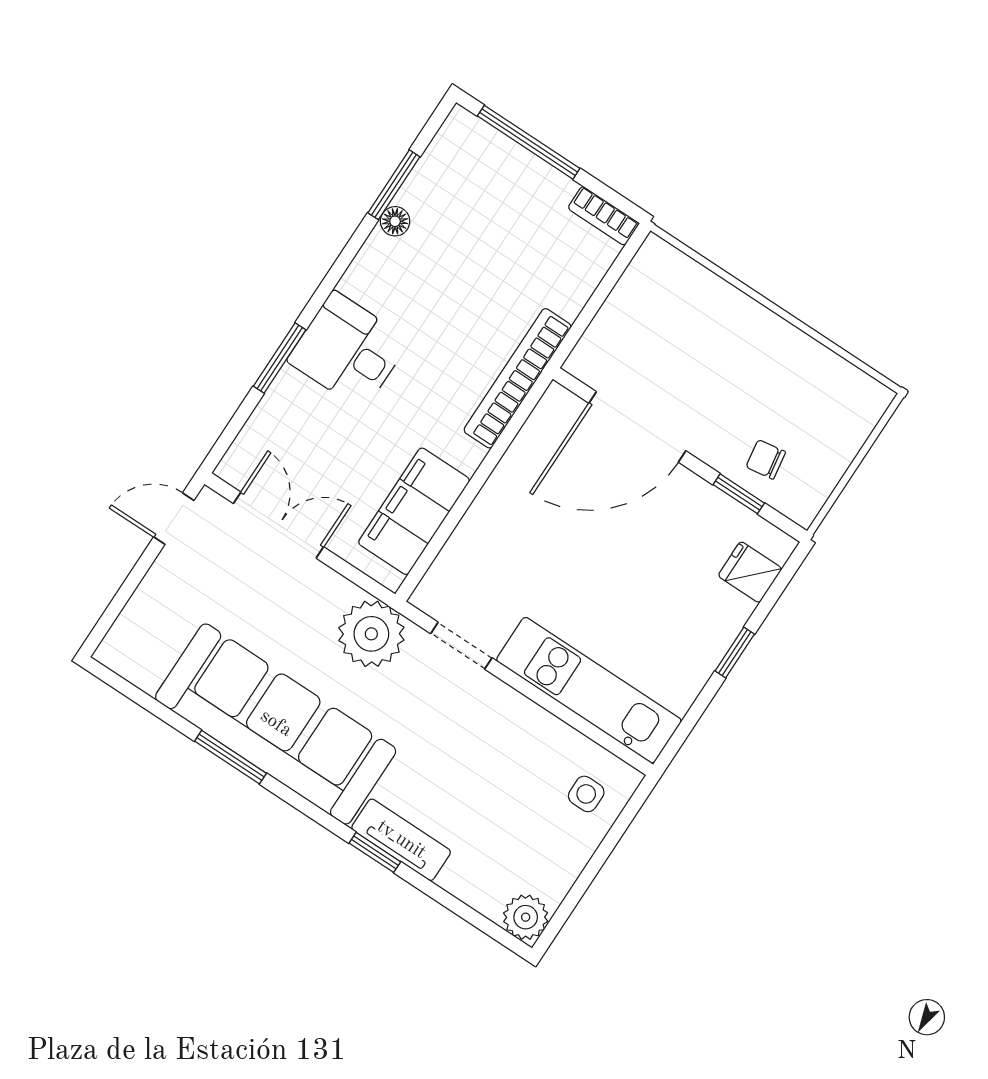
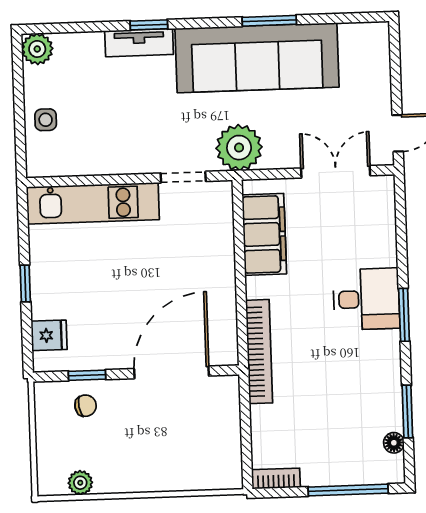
floor lamp: (395, 221) -> (394, 443), moved
window: (280, 358) -> (404, 315), moved
plant: (836, 374) -> (80, 483), added
double door: (279, 525) -> (336, 172), swing flipped
side table: (586, 794) -> (46, 120), moved

